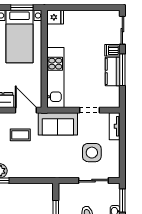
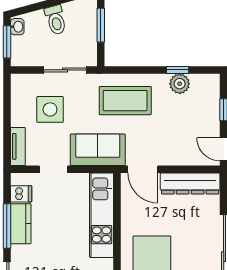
dishwasher: (112, 50) -> (21, 194), moved
coffee table: (20, 135) -> (125, 101), moved, width x1.86, depth x1.72
sliding door: (94, 181) -> (65, 70), moved

